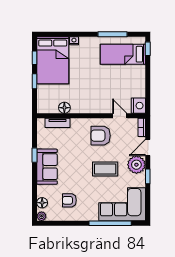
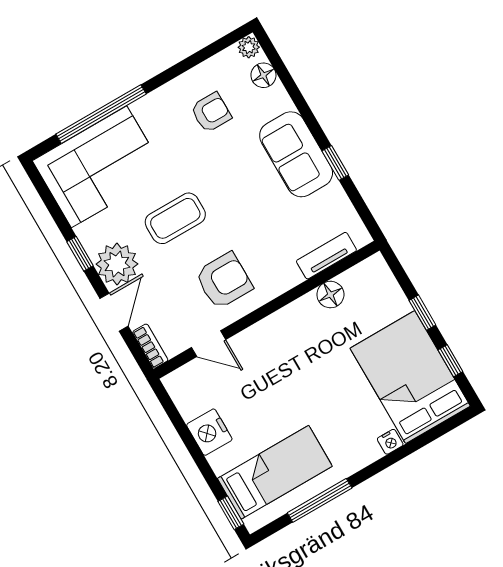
nightstand: (138, 106) -> (209, 432), moved

